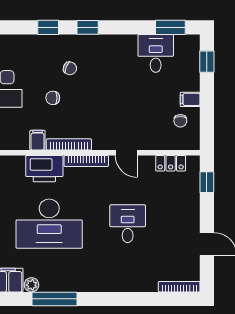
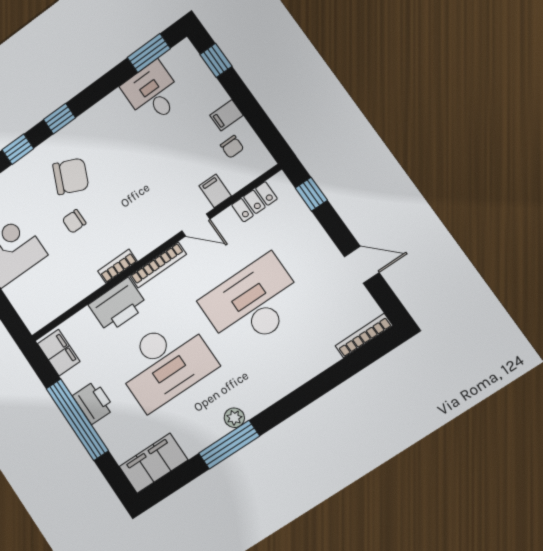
chair: (70, 68) -> (71, 176), width x1.87, depth x1.87
filing cabinet: (37, 140) -> (215, 191), moved
bookcase: (69, 144) -> (117, 266), width x0.64
desk: (128, 224) -> (253, 303), width x1.87, depth x1.30
plant: (32, 285) -> (234, 418), moved

